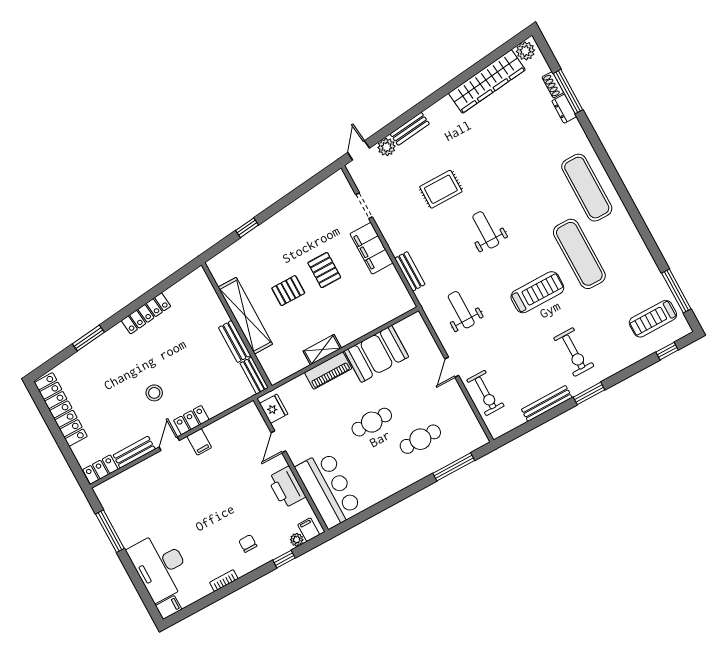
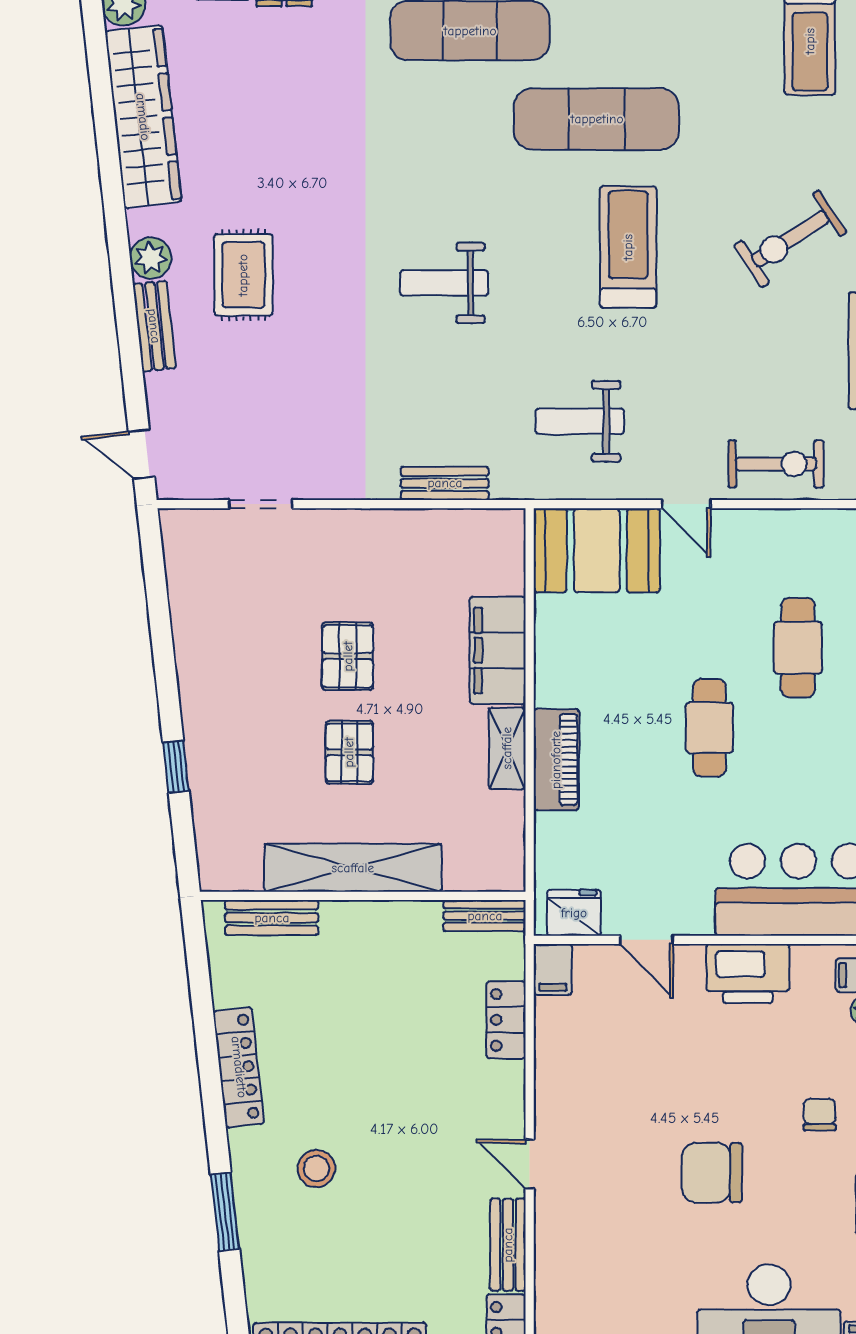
plant: (387, 147) -> (151, 258), moved
rug: (441, 189) -> (243, 275), moved
filing cabinet: (371, 248) -> (498, 650), moved, turned 90
pallet: (324, 270) -> (348, 656), turned 90
bench: (235, 341) -> (272, 918), moved
exercise bike: (574, 352) -> (790, 239), turned 147
booth: (376, 354) -> (597, 550), moved, turned 90
stool: (154, 393) -> (316, 1169), moved
locker: (191, 420) -> (506, 1020), moved
filing cabinet: (199, 442) -> (553, 969), moved, turned 90
chair: (203, 515) -> (712, 1173), added
chair: (248, 543) -> (820, 1114), turned 90

